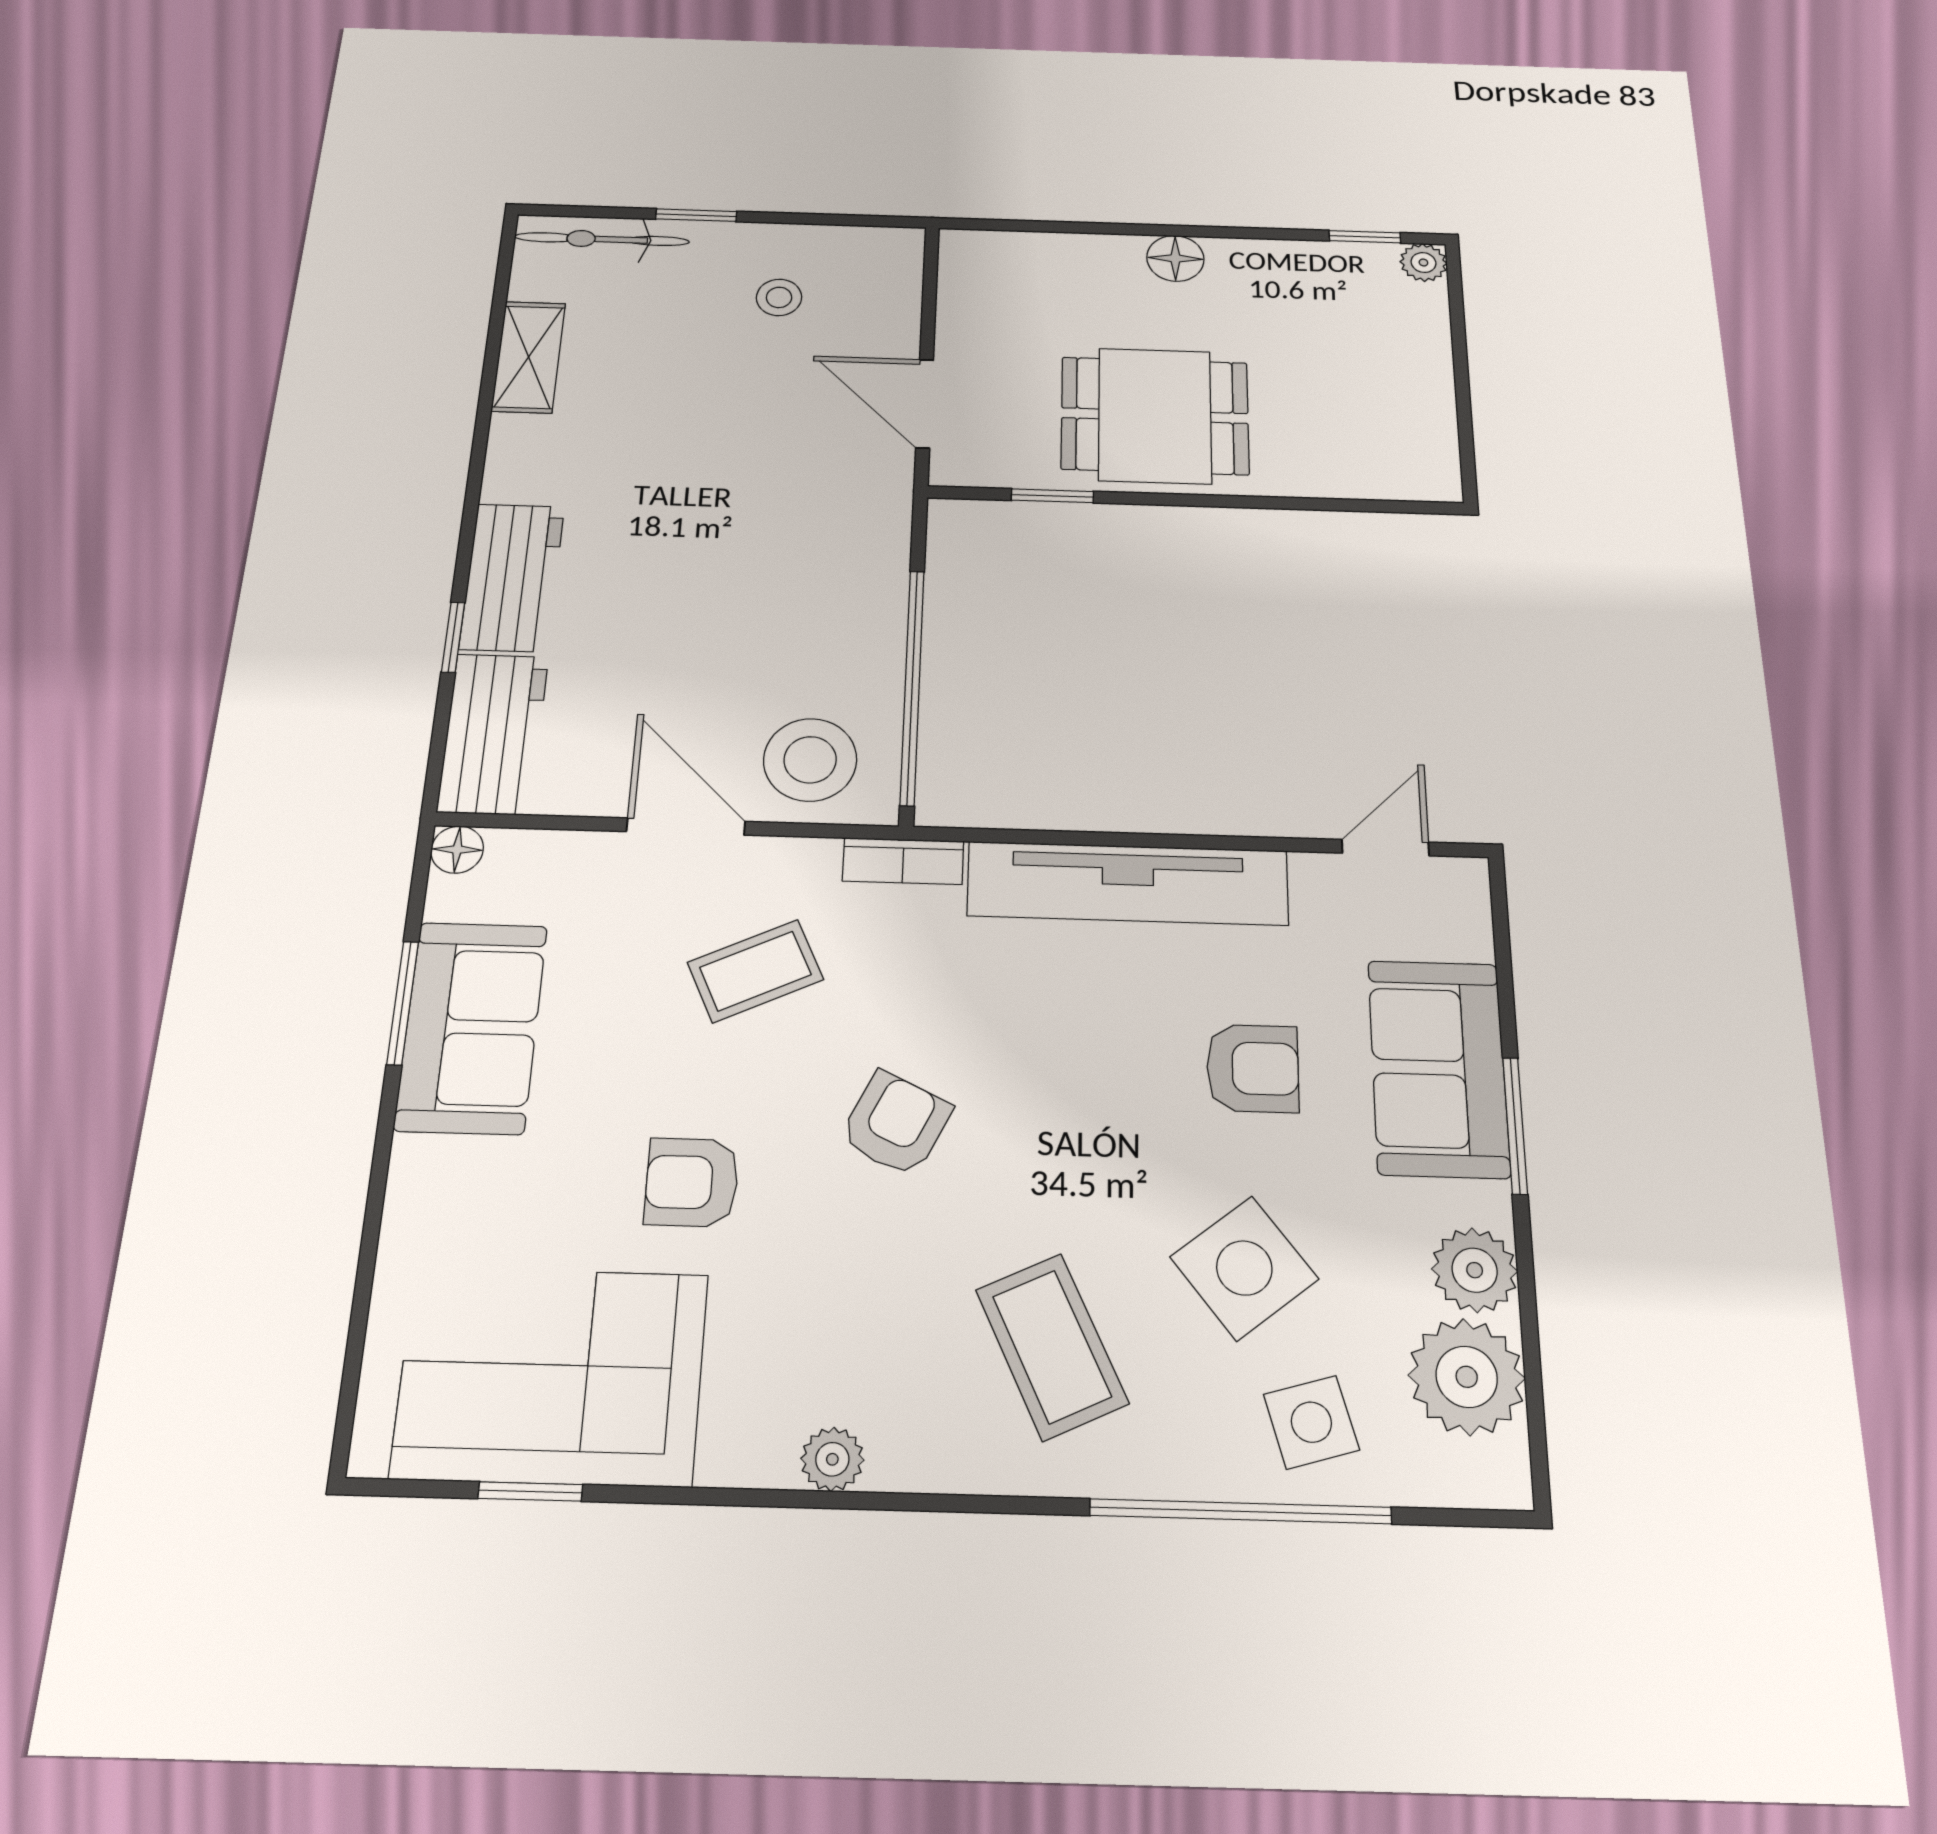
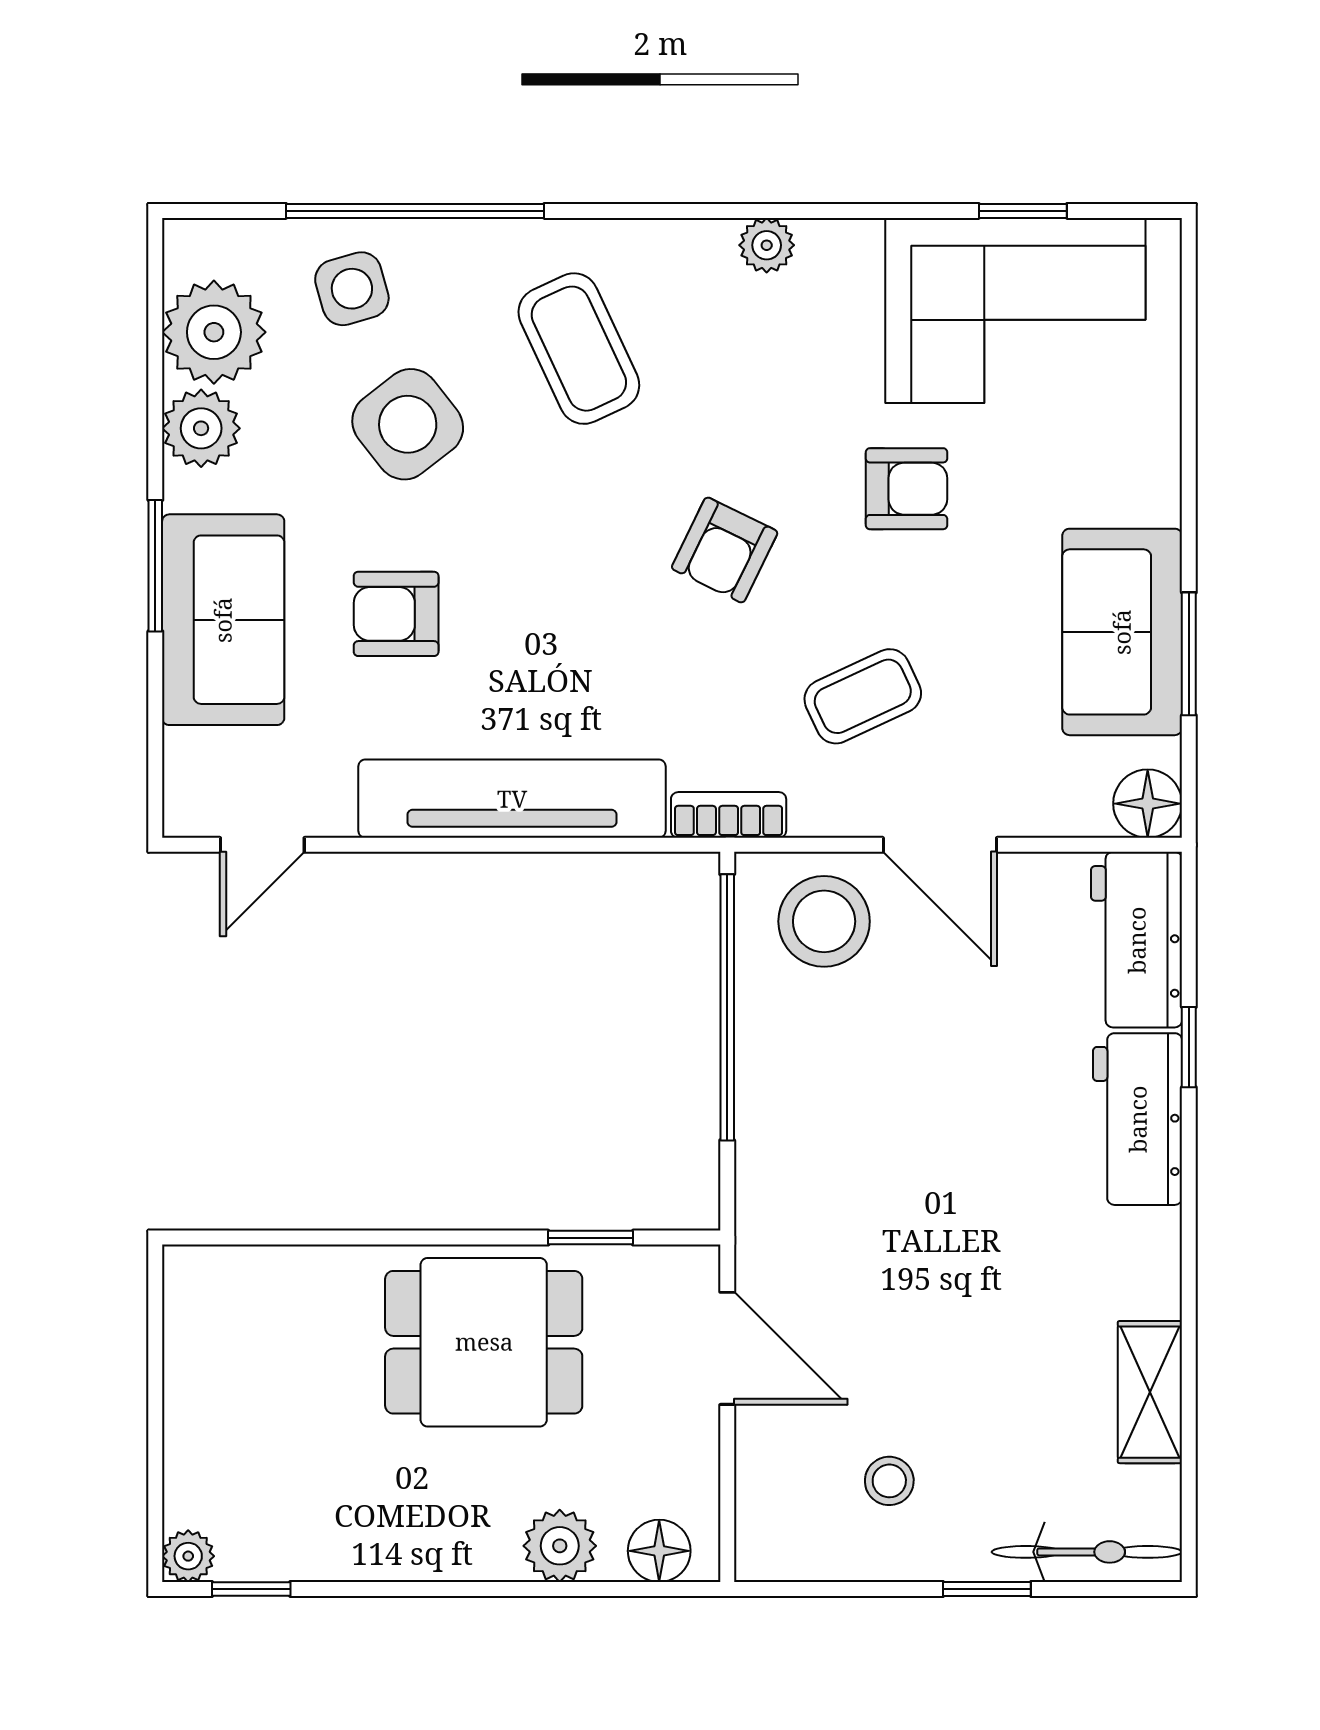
floor lamp: (1175, 258) -> (659, 1551), moved
plant: (1084, 259) -> (560, 1546), added
floor lamp: (457, 850) -> (1148, 804), width x1.37, depth x1.37

